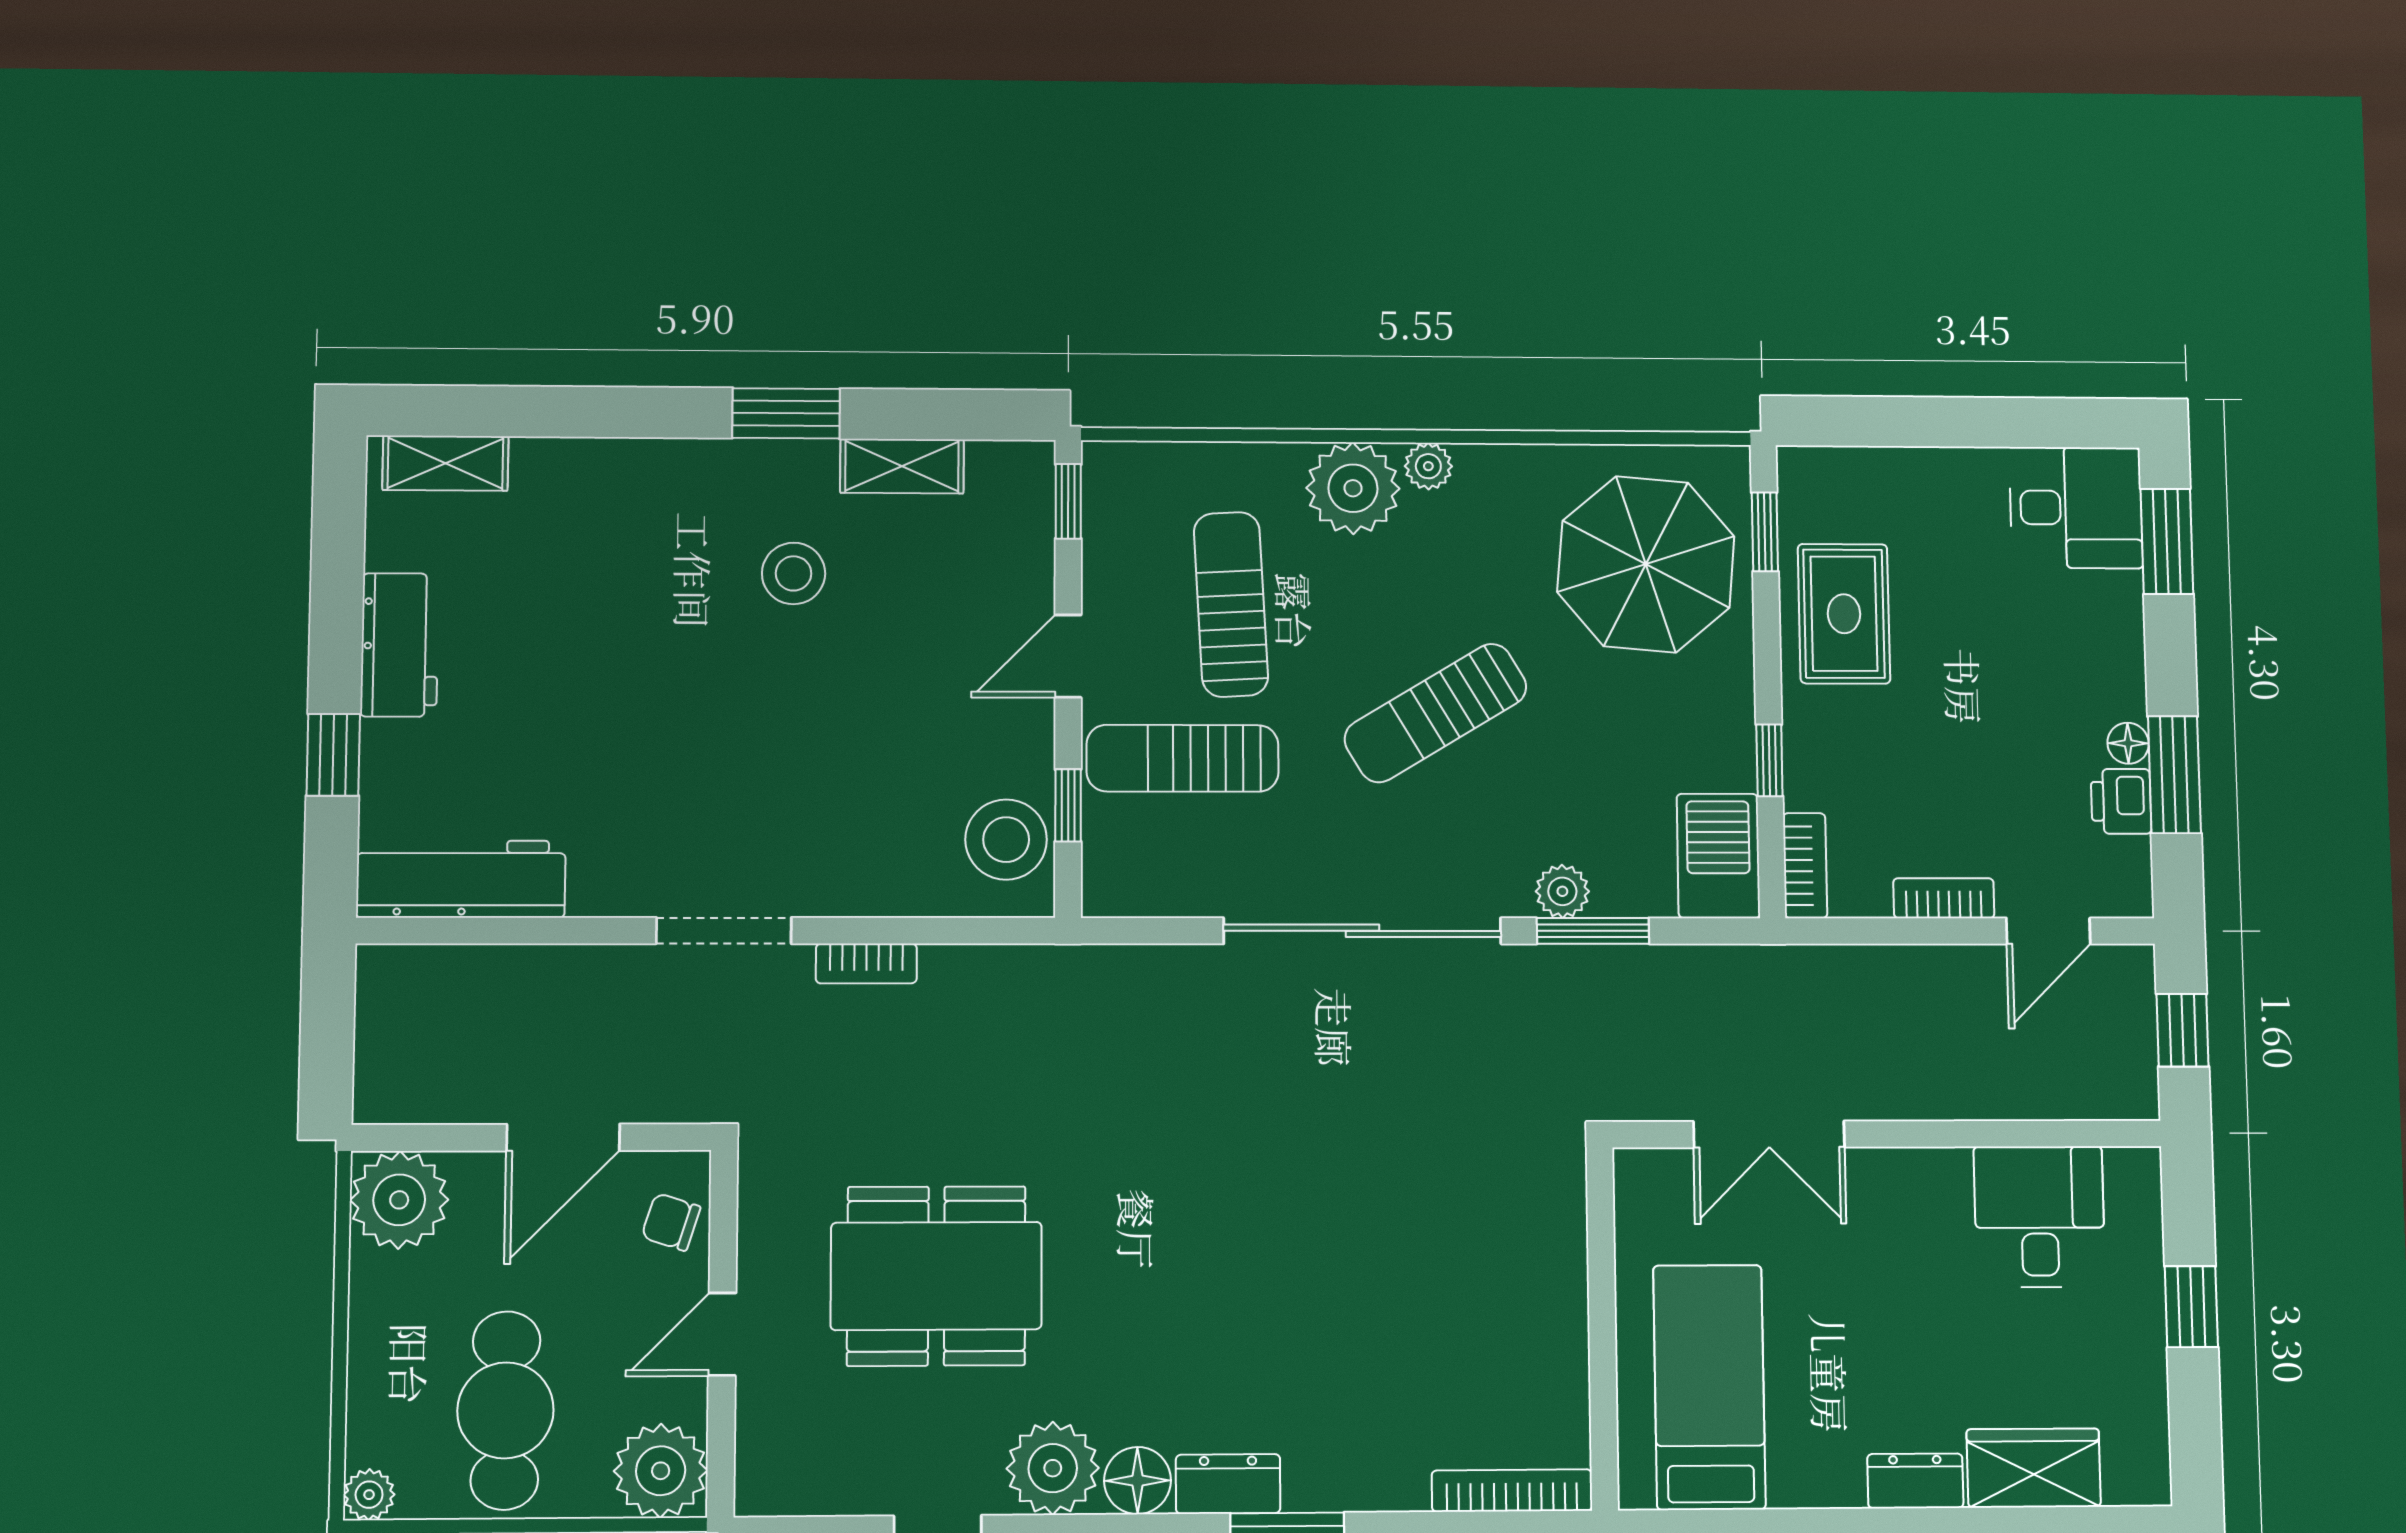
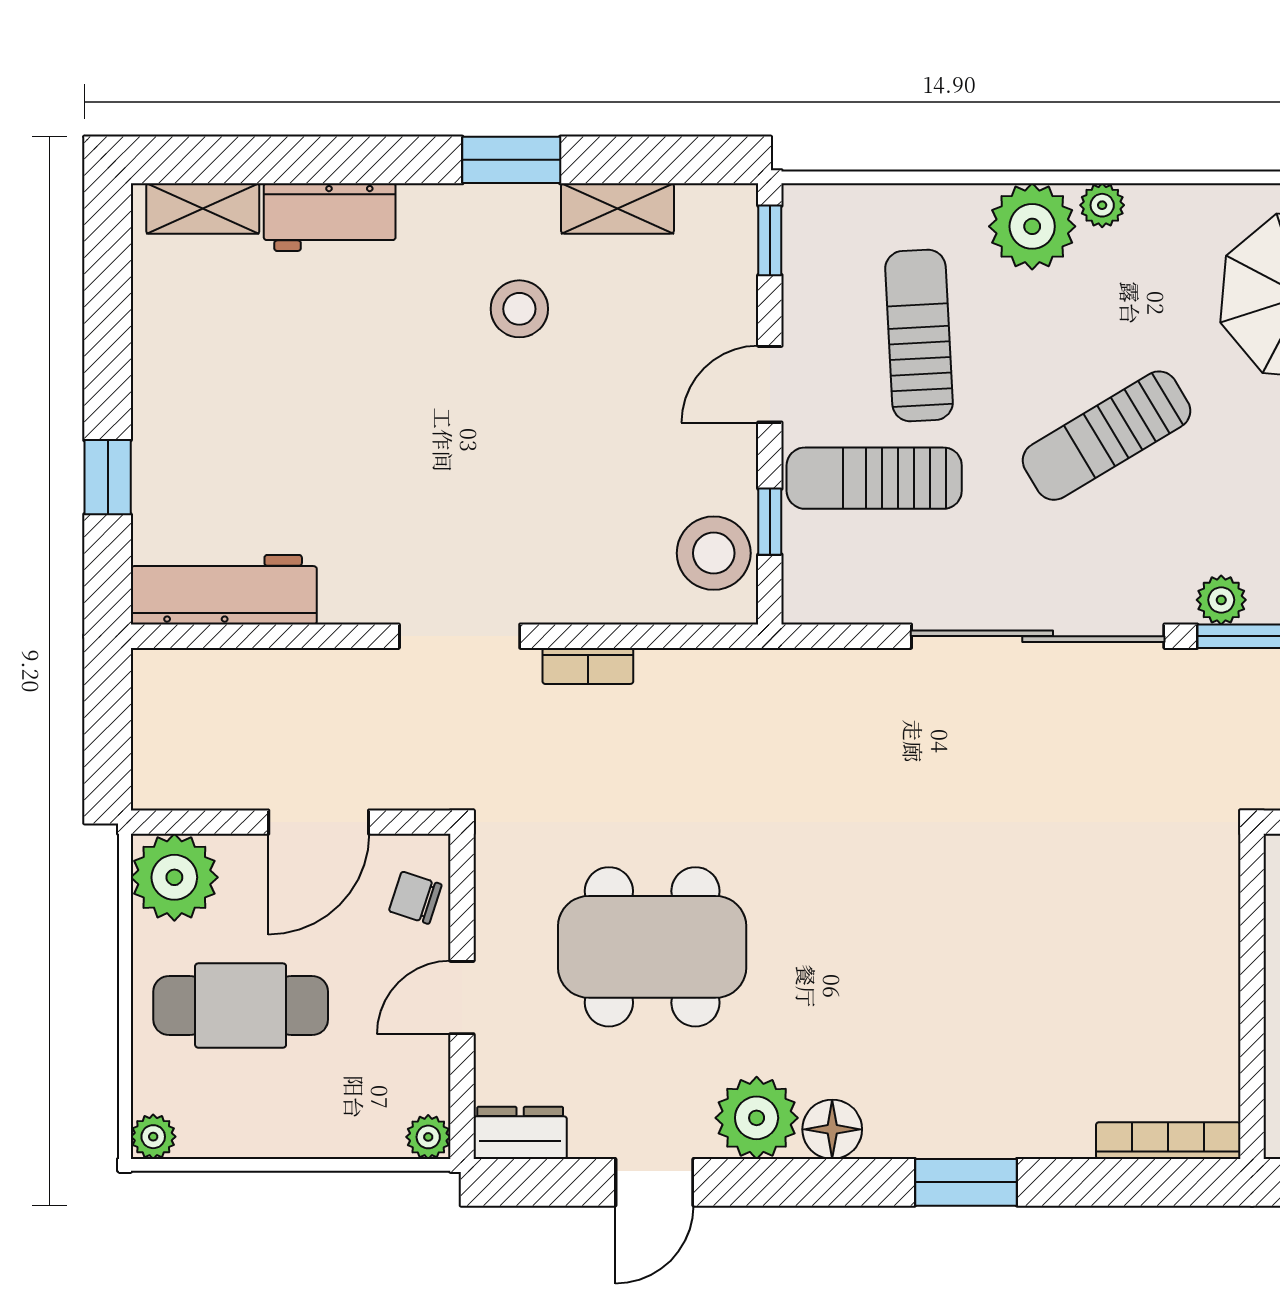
workbench: (400, 645) -> (330, 217), moved, turned 90
cafe table: (505, 1410) -> (241, 1006), moved, turned 90
plant: (661, 1471) -> (428, 1137), width x0.53, depth x0.53
dresser: (1228, 1484) -> (520, 1133), moved

